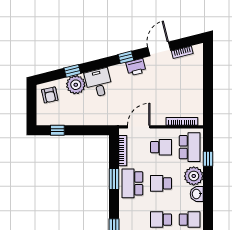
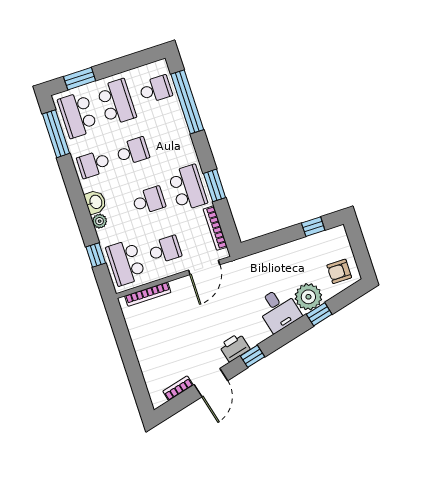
armchair: (50, 95) -> (339, 271), turned -78
school desk: (161, 147) -> (165, 250), turned 180
plant: (194, 176) -> (100, 221), width x0.53, depth x0.53

